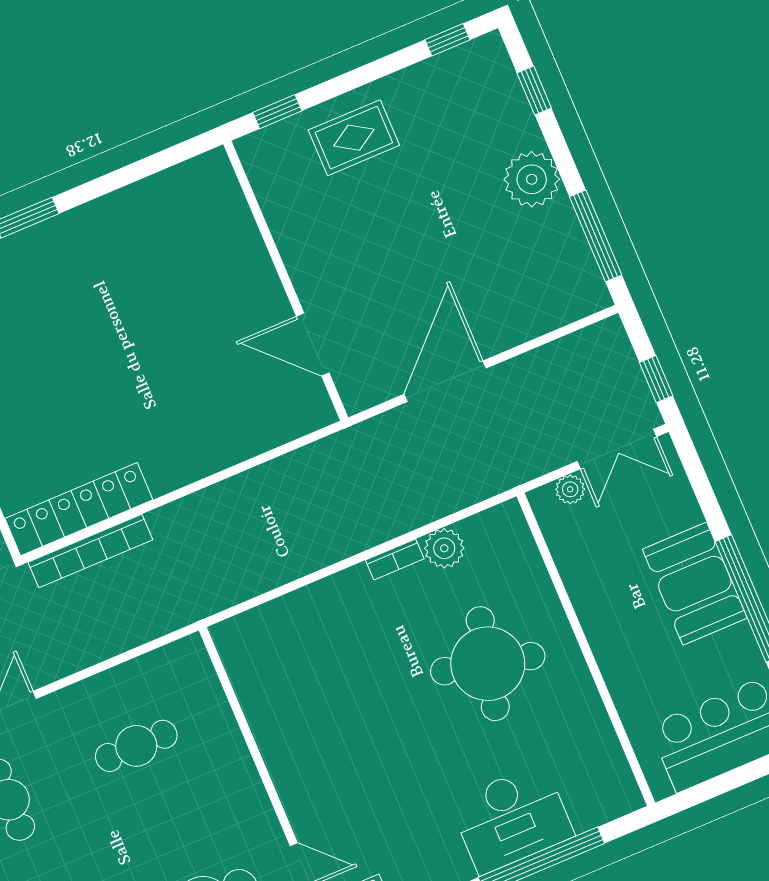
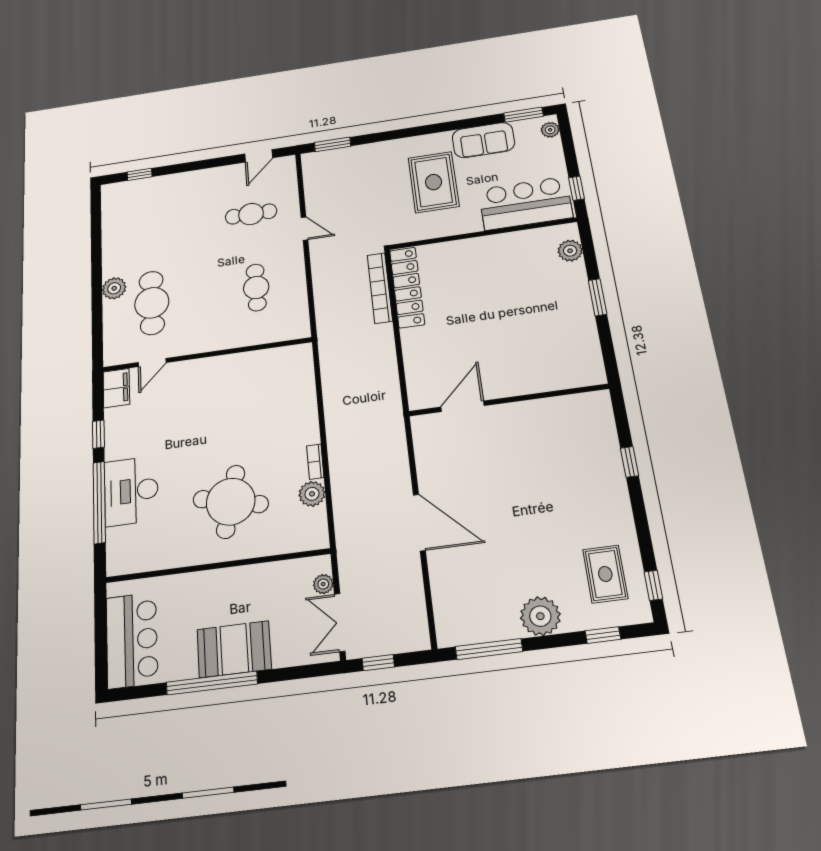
rug: (354, 138) -> (605, 574), moved
wall: (286, 281) -> (508, 400), moved
door: (313, 345) -> (463, 406), moved

